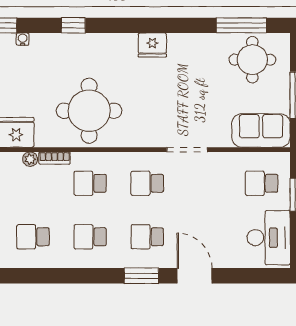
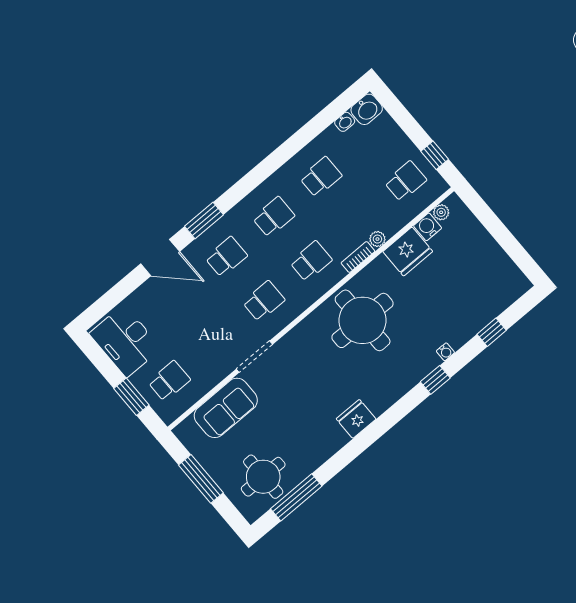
water cooler: (23, 39) -> (445, 352), moved
sofa: (261, 130) -> (226, 408), moved

